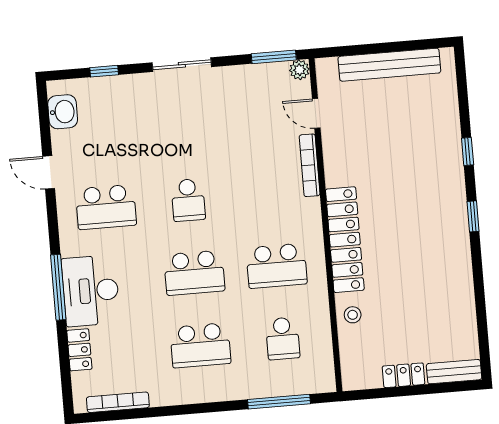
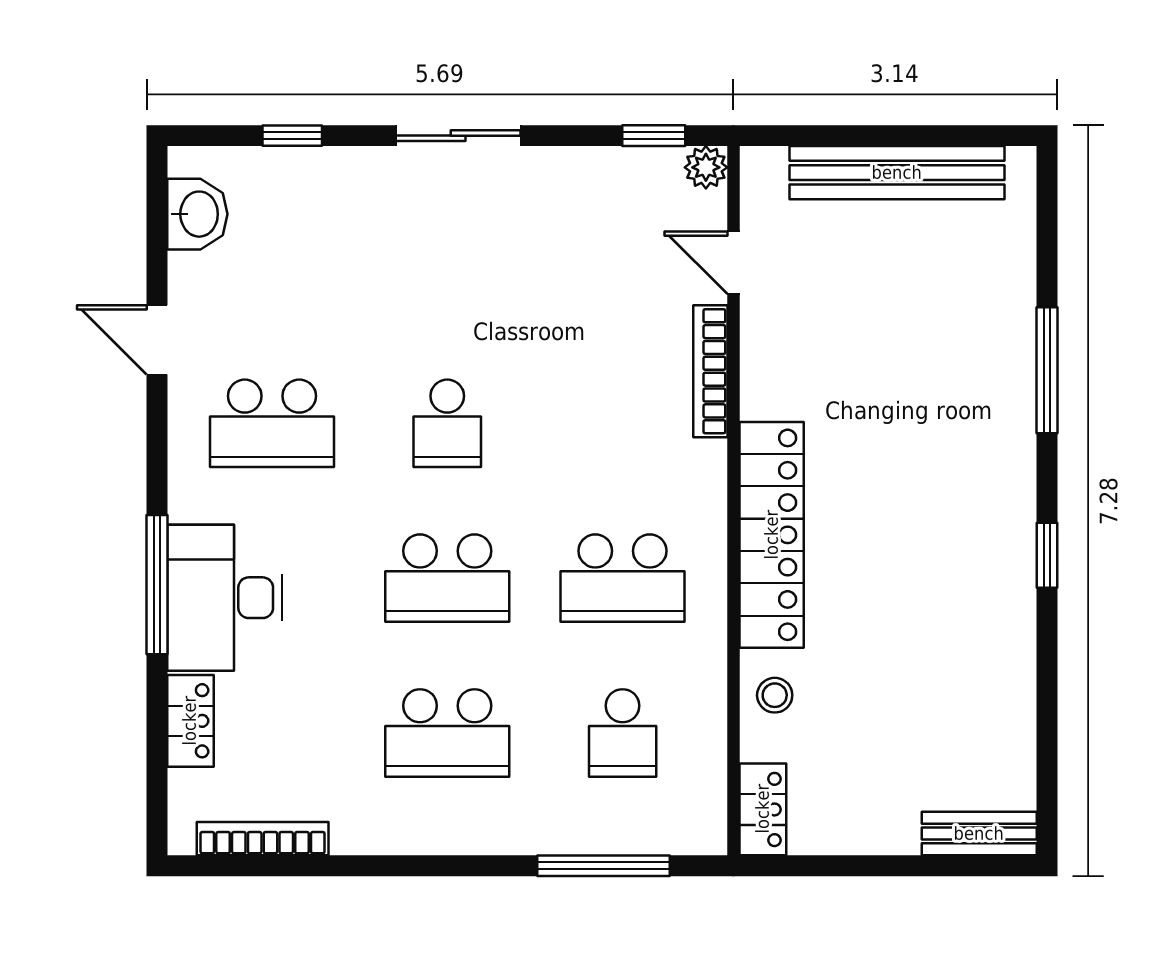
window: (274, 57) -> (654, 136), width x0.67
window: (468, 152) -> (1047, 370), width x2.17
window: (473, 216) -> (1047, 555), moved
locker: (404, 375) -> (763, 809), moved, turned 90

